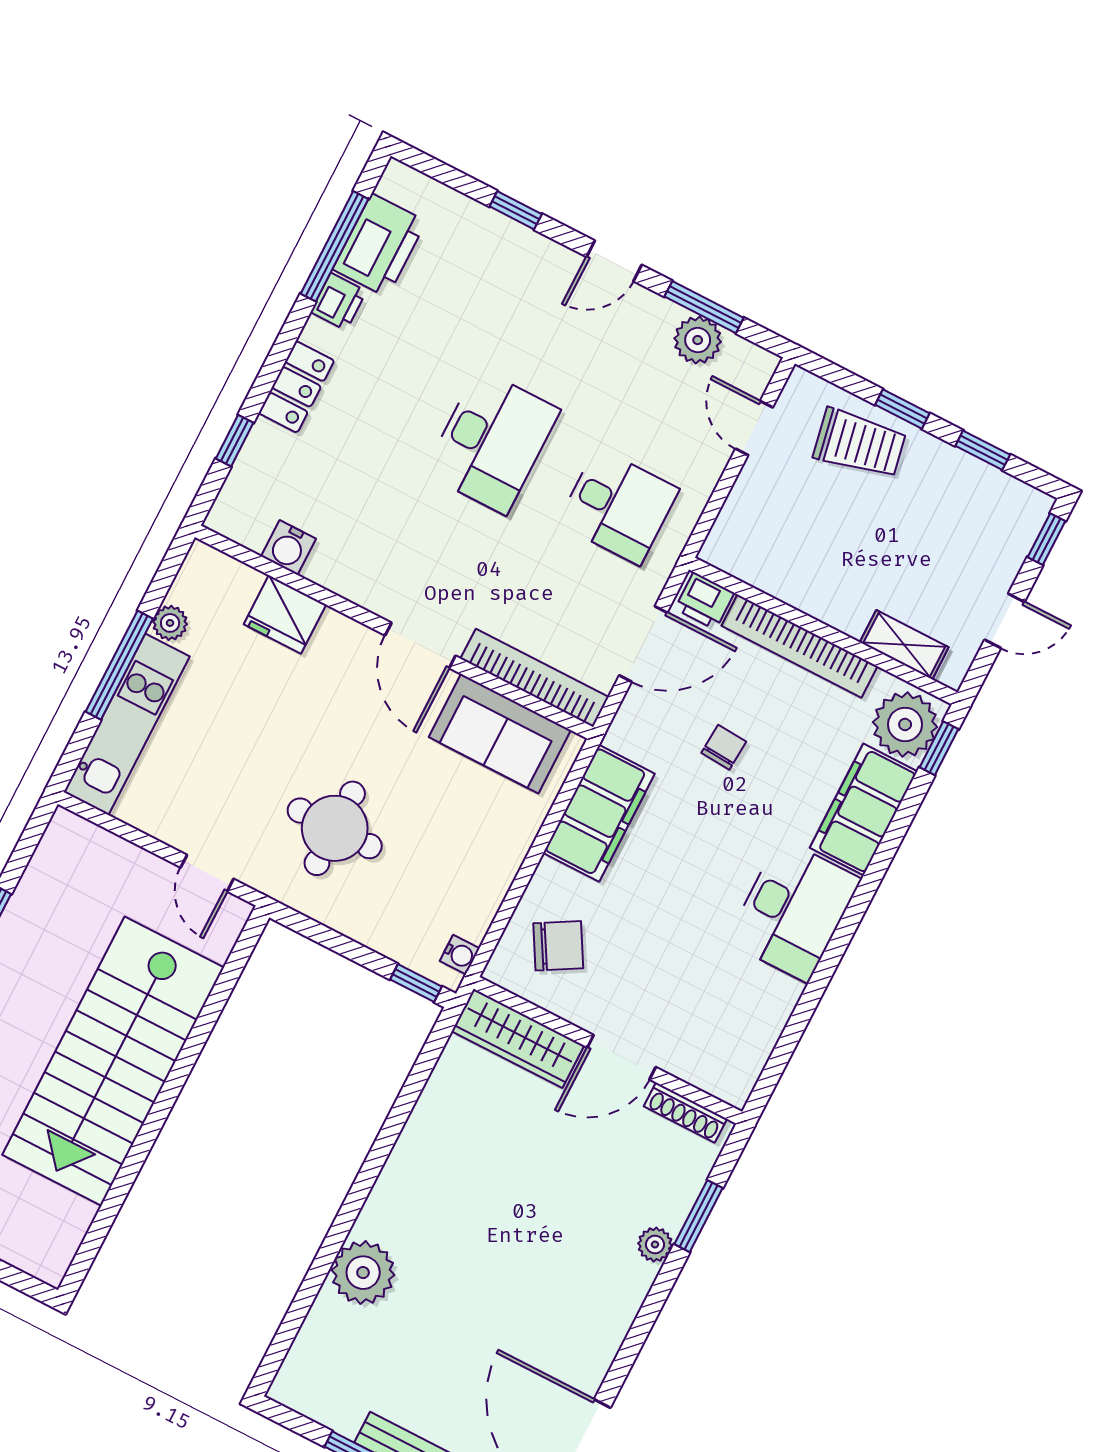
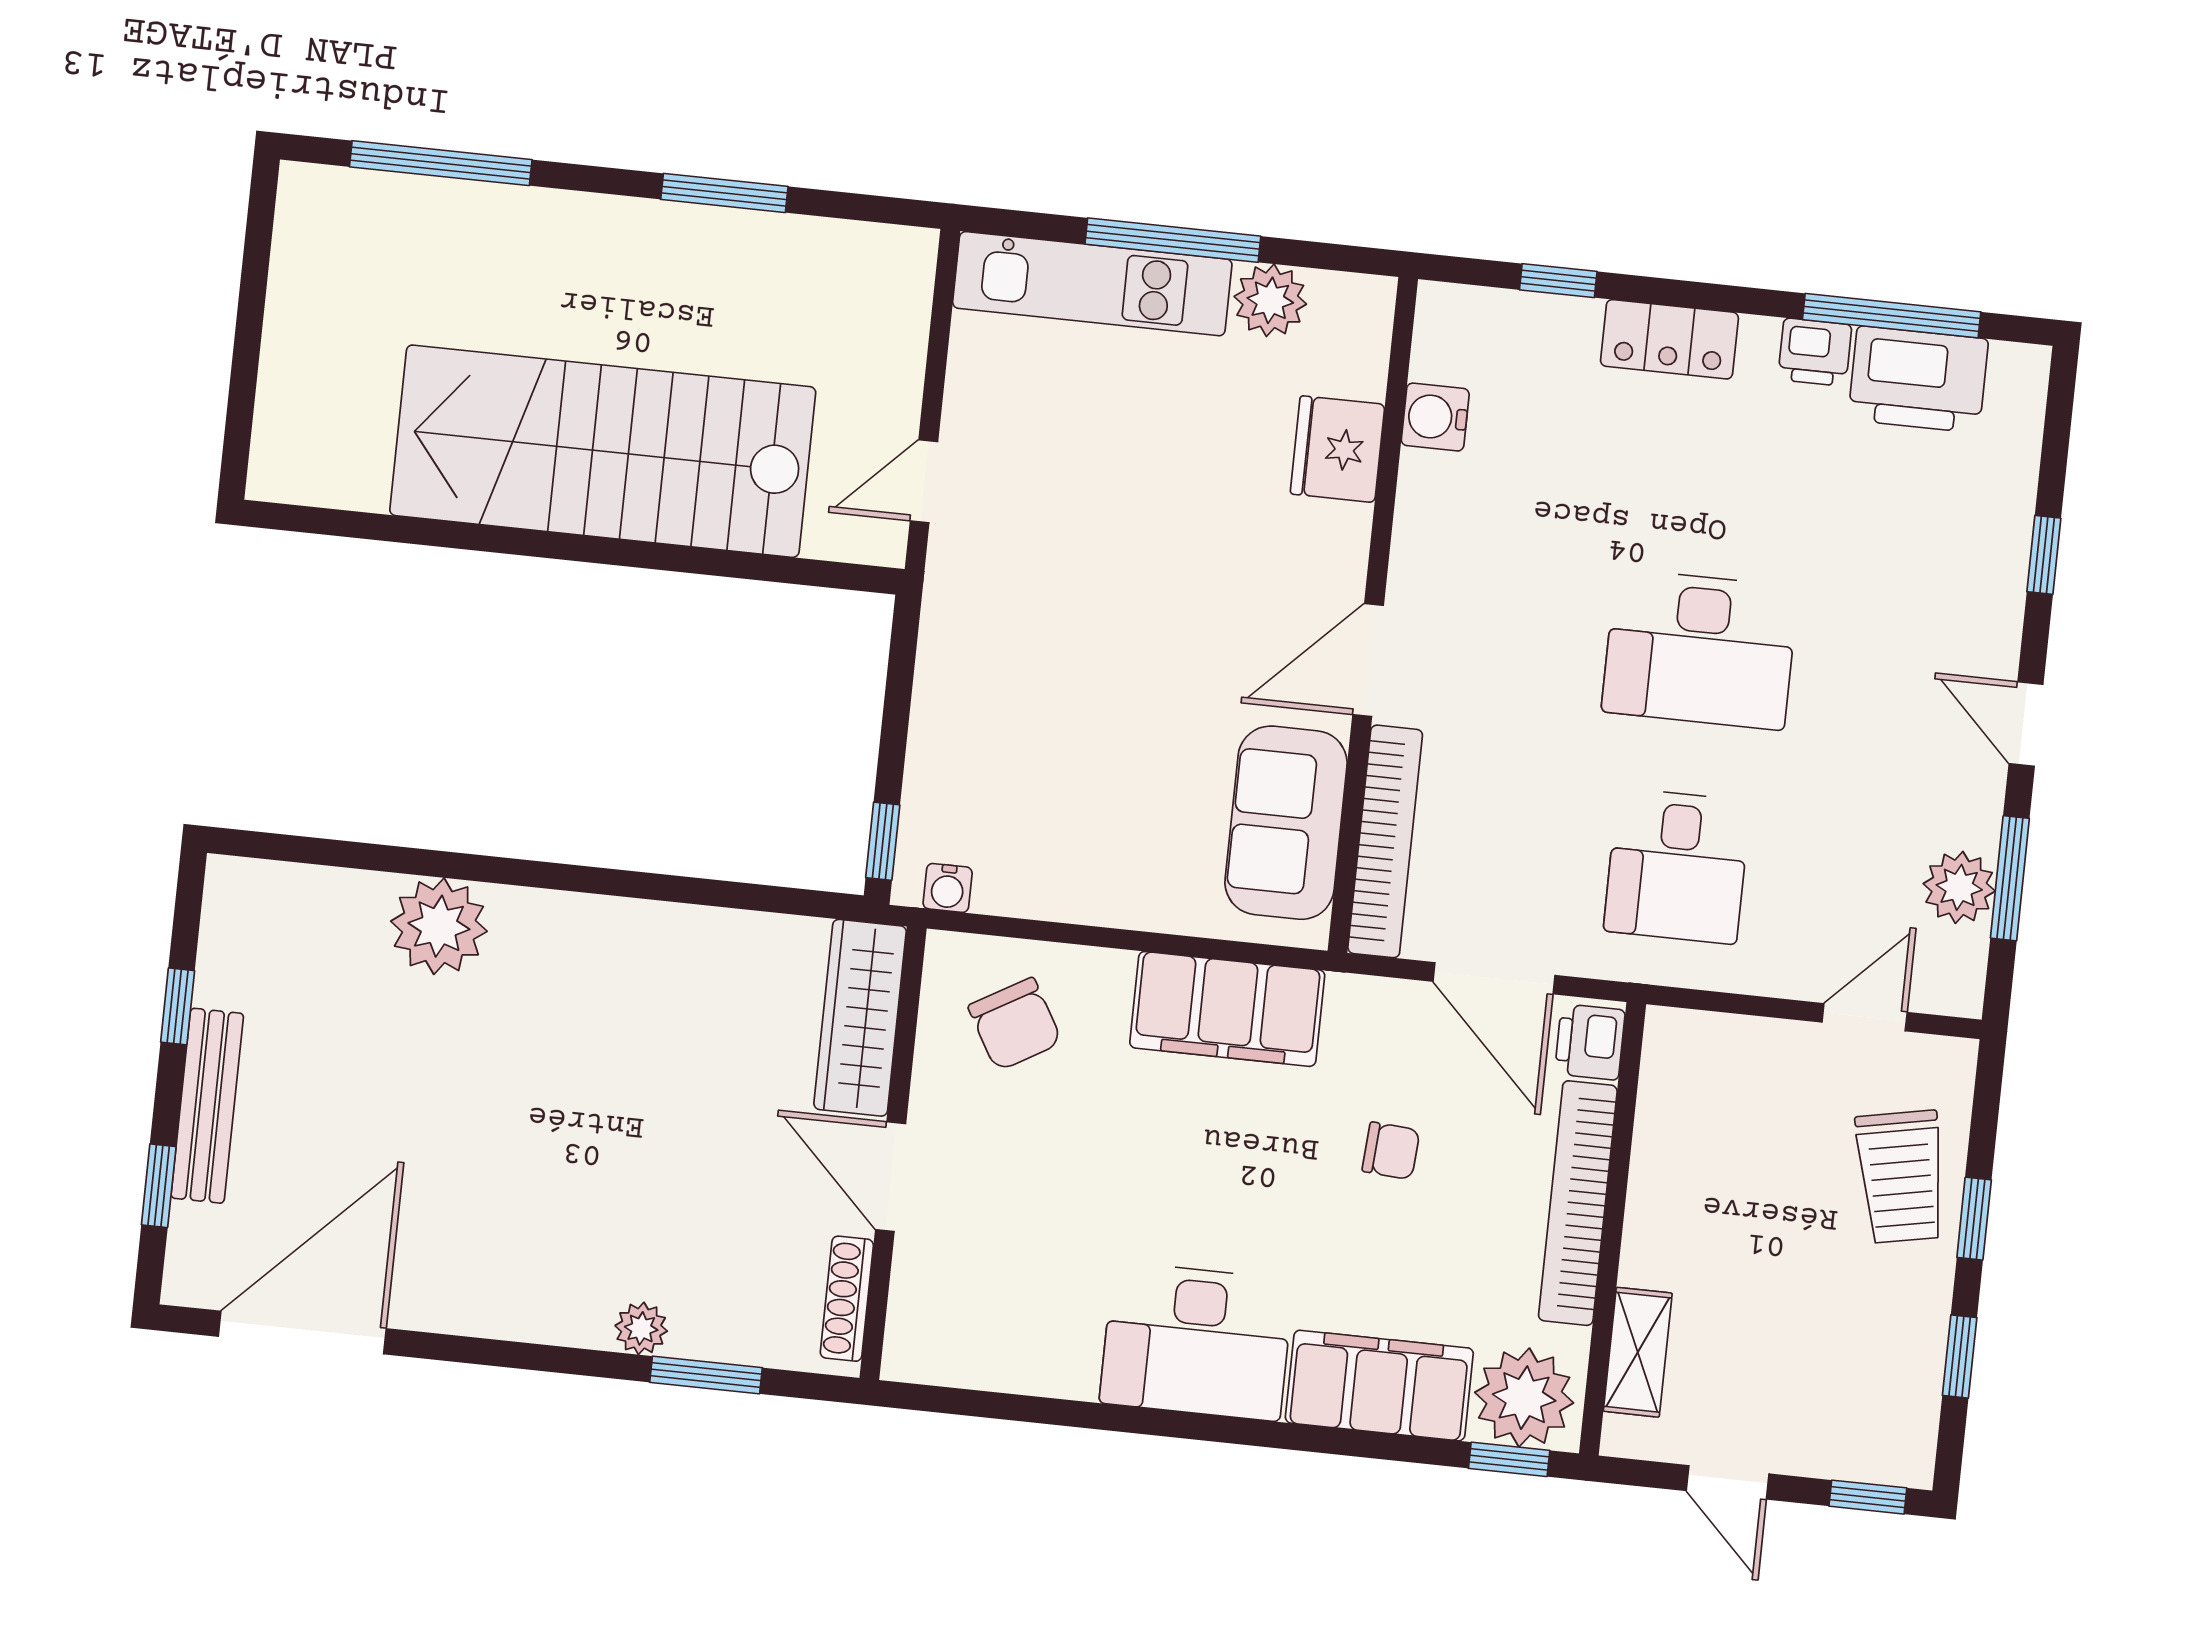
plant: (170, 623) -> (1270, 300), width x1.38, depth x1.38
round table: (335, 828) -> (1059, 639), removed

